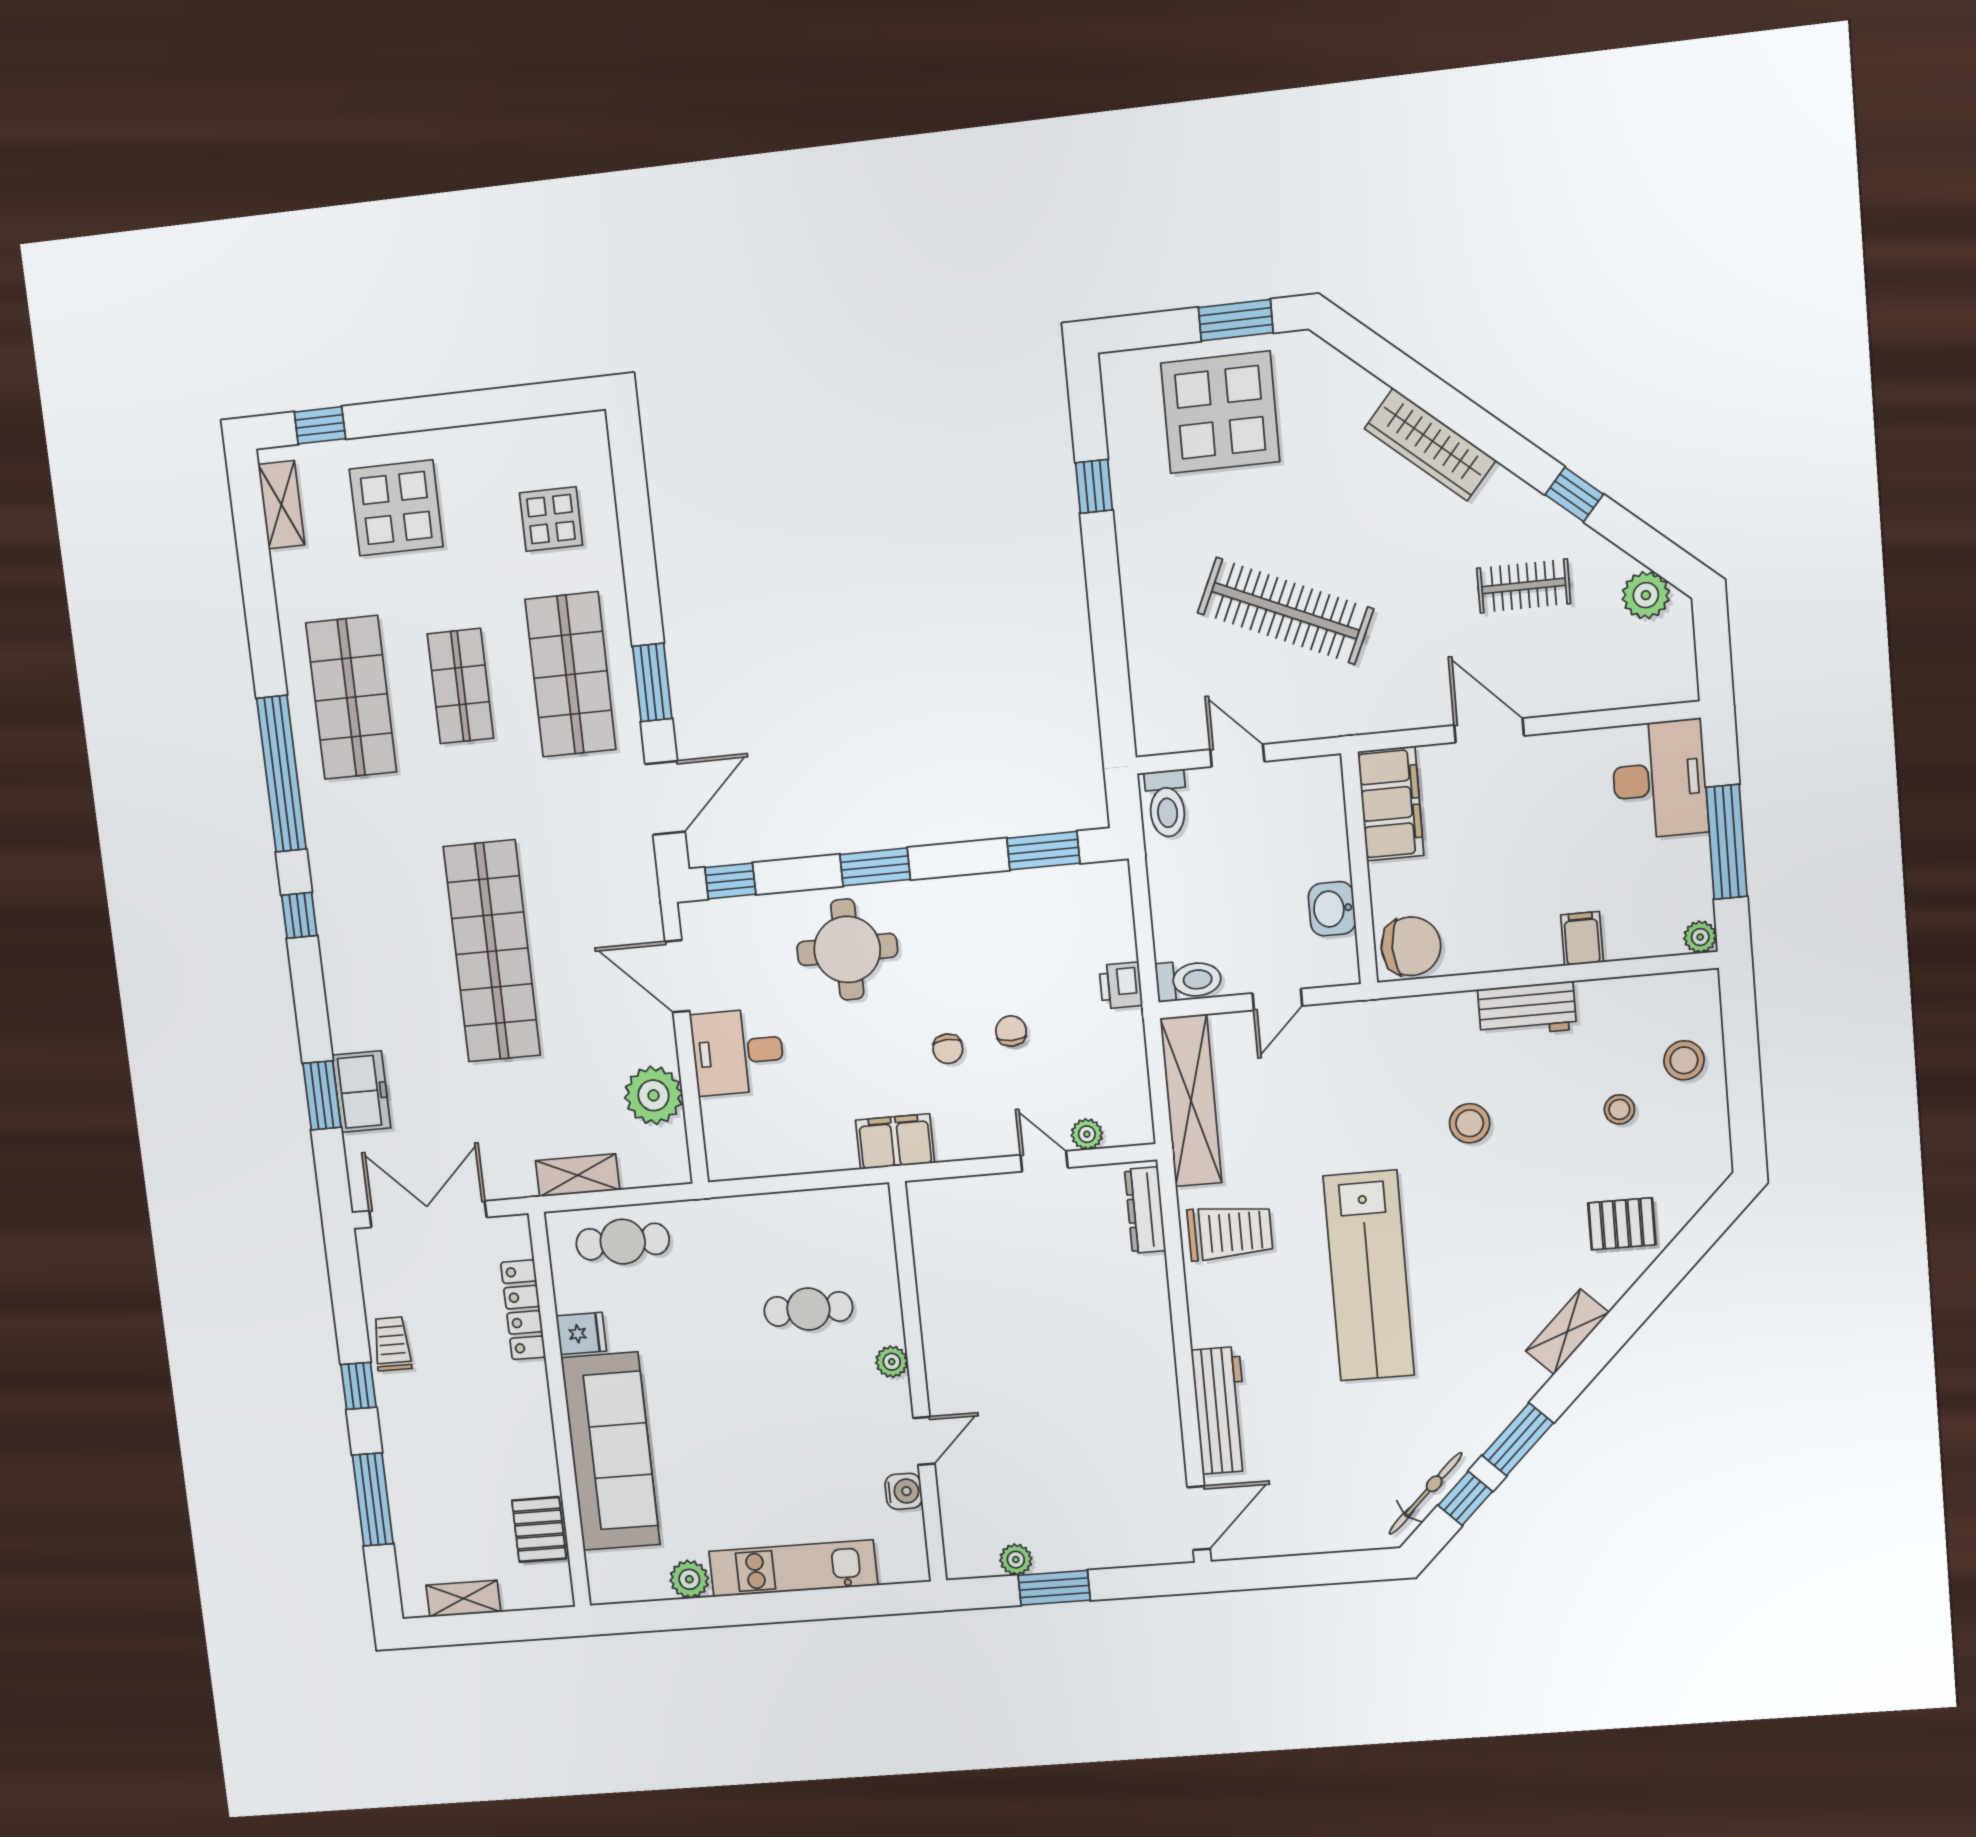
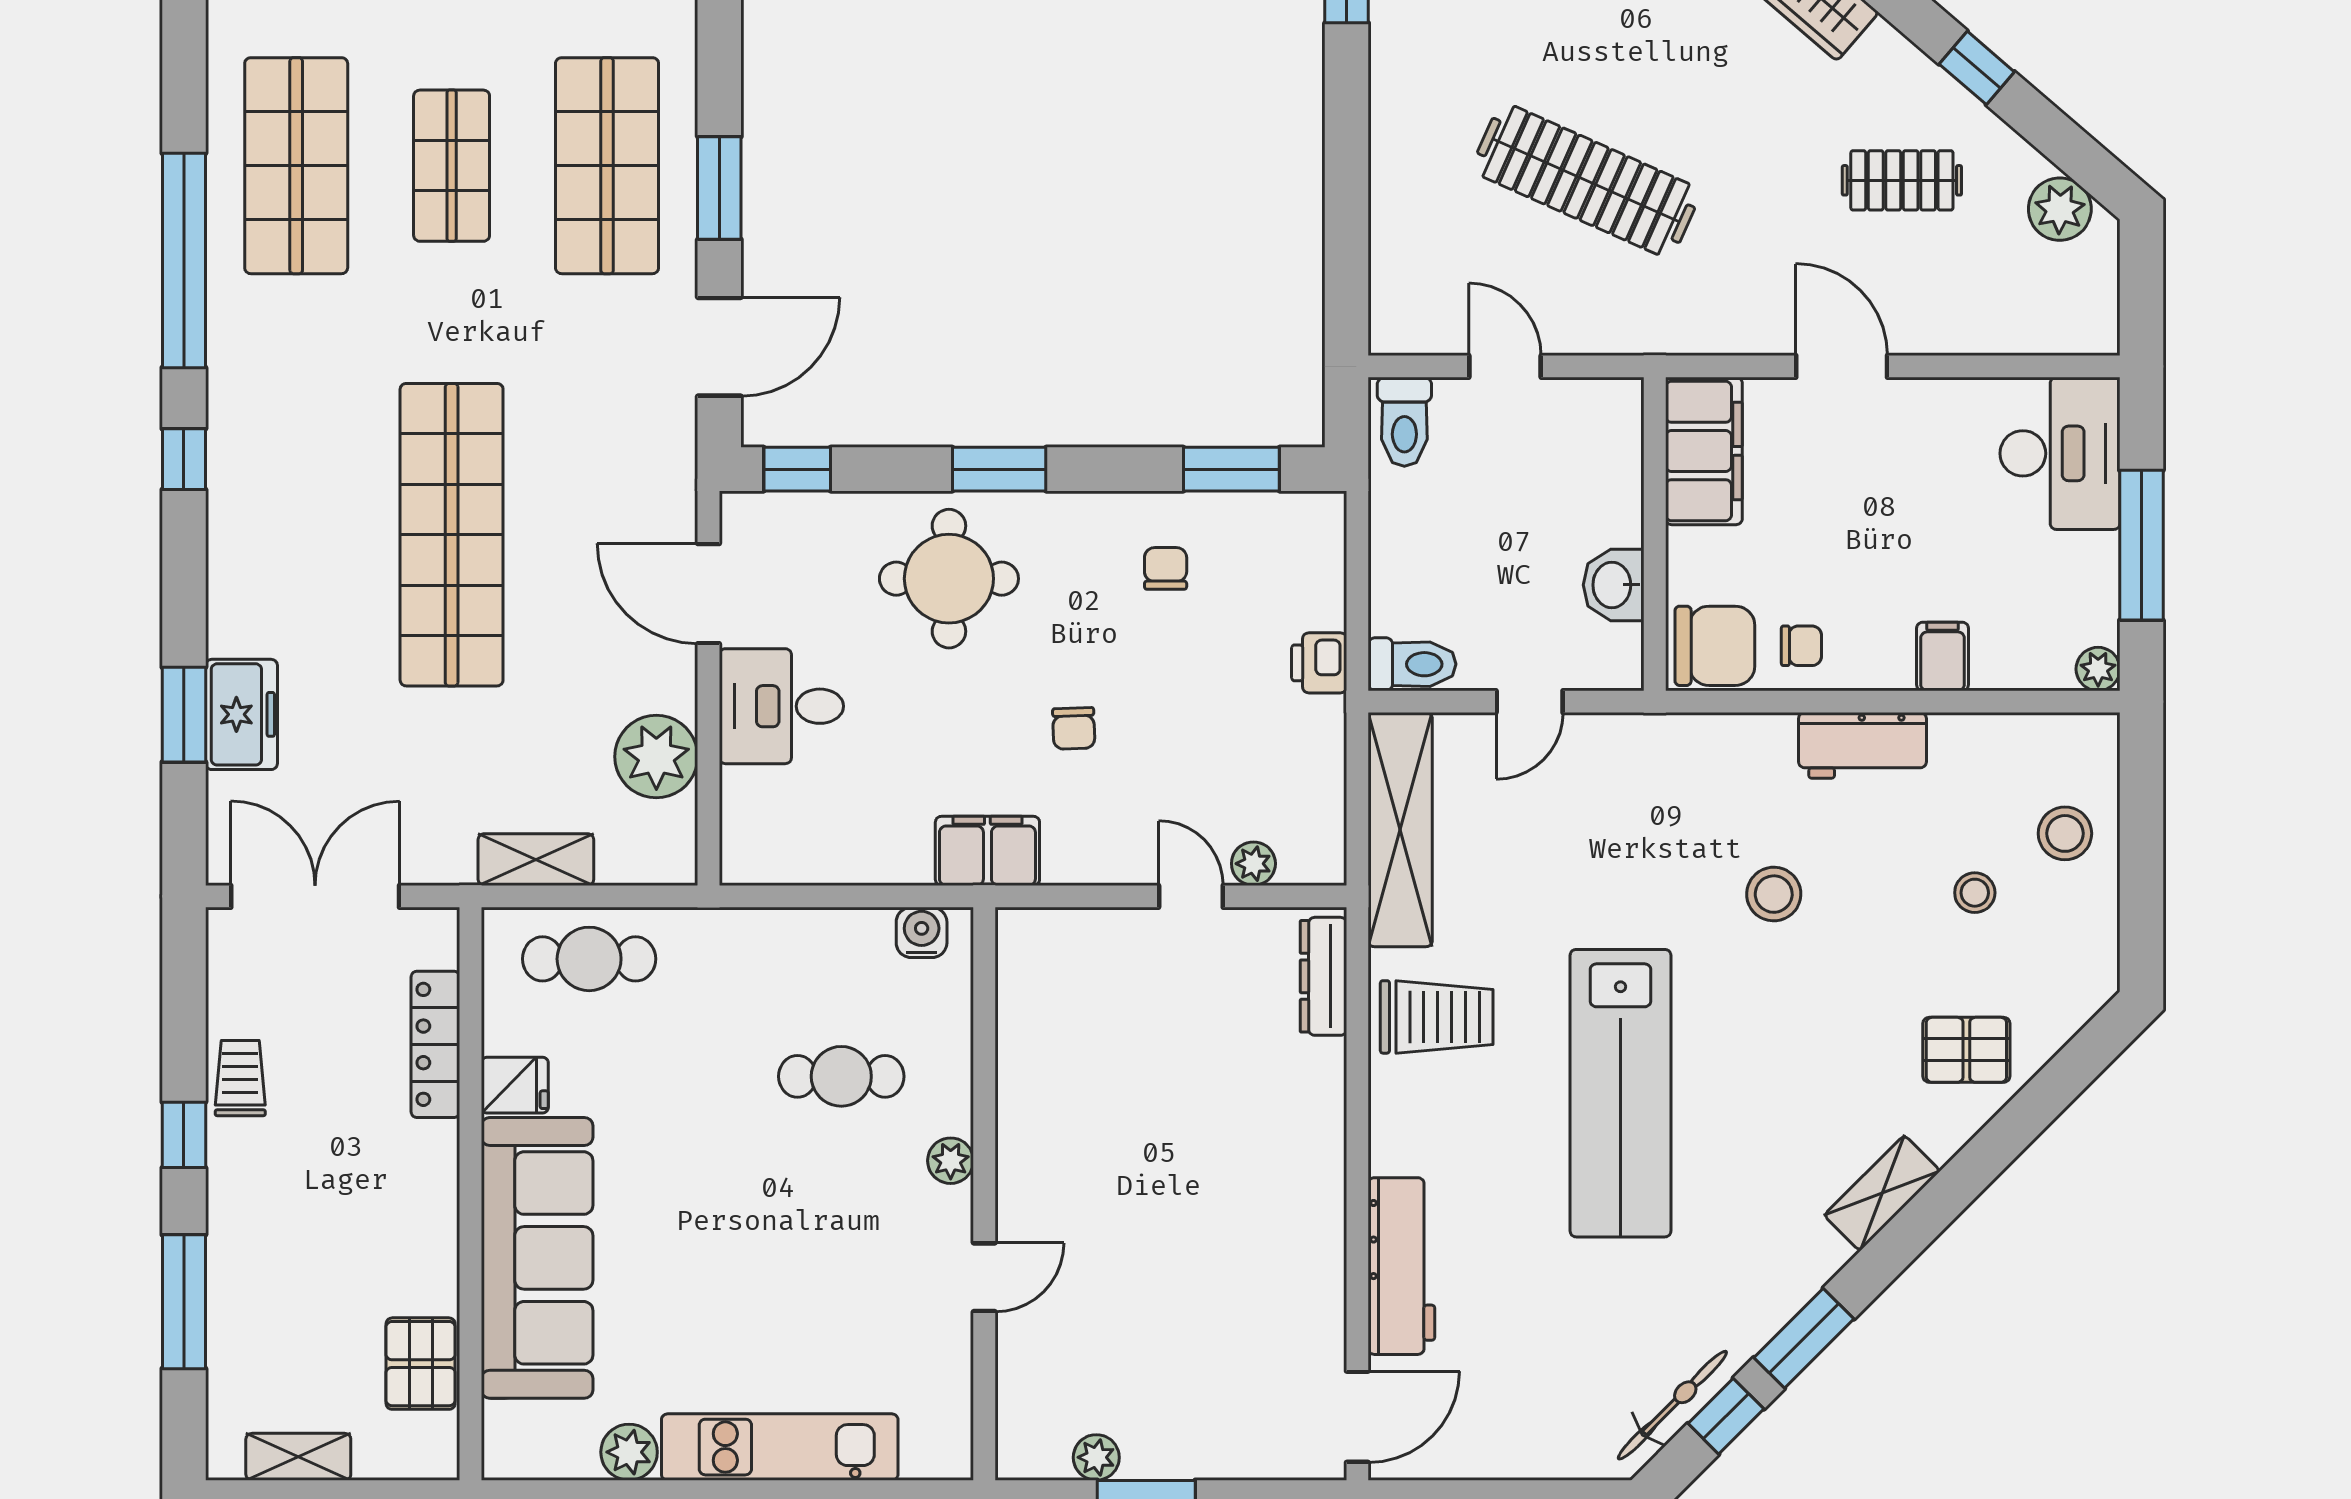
chair: (1476, 940) -> (1801, 646), added
chair: (1011, 1031) -> (1166, 568), moved
water cooler: (904, 1491) -> (922, 932), moved, turned -90

